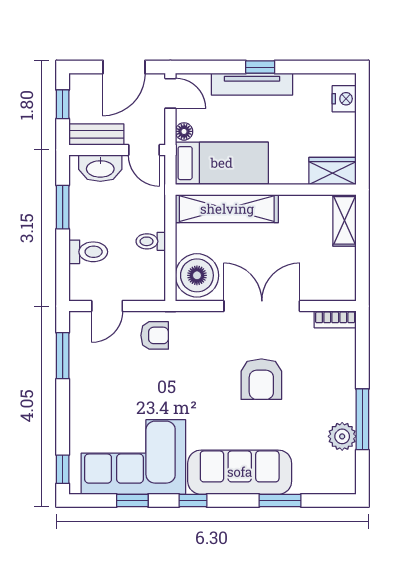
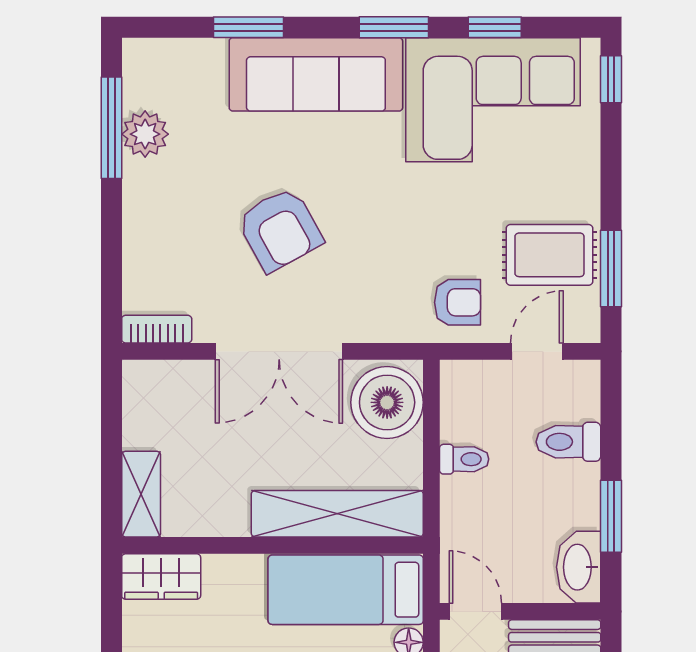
washbasin: (100, 168) -> (579, 567), moved, turned -90
armchair: (155, 335) -> (458, 302), turned 180
rug: (100, 364) -> (549, 255), added
armchair: (261, 379) -> (280, 229), turned 151
window: (362, 419) -> (111, 128), moved
window: (193, 500) -> (394, 27), width x1.50

